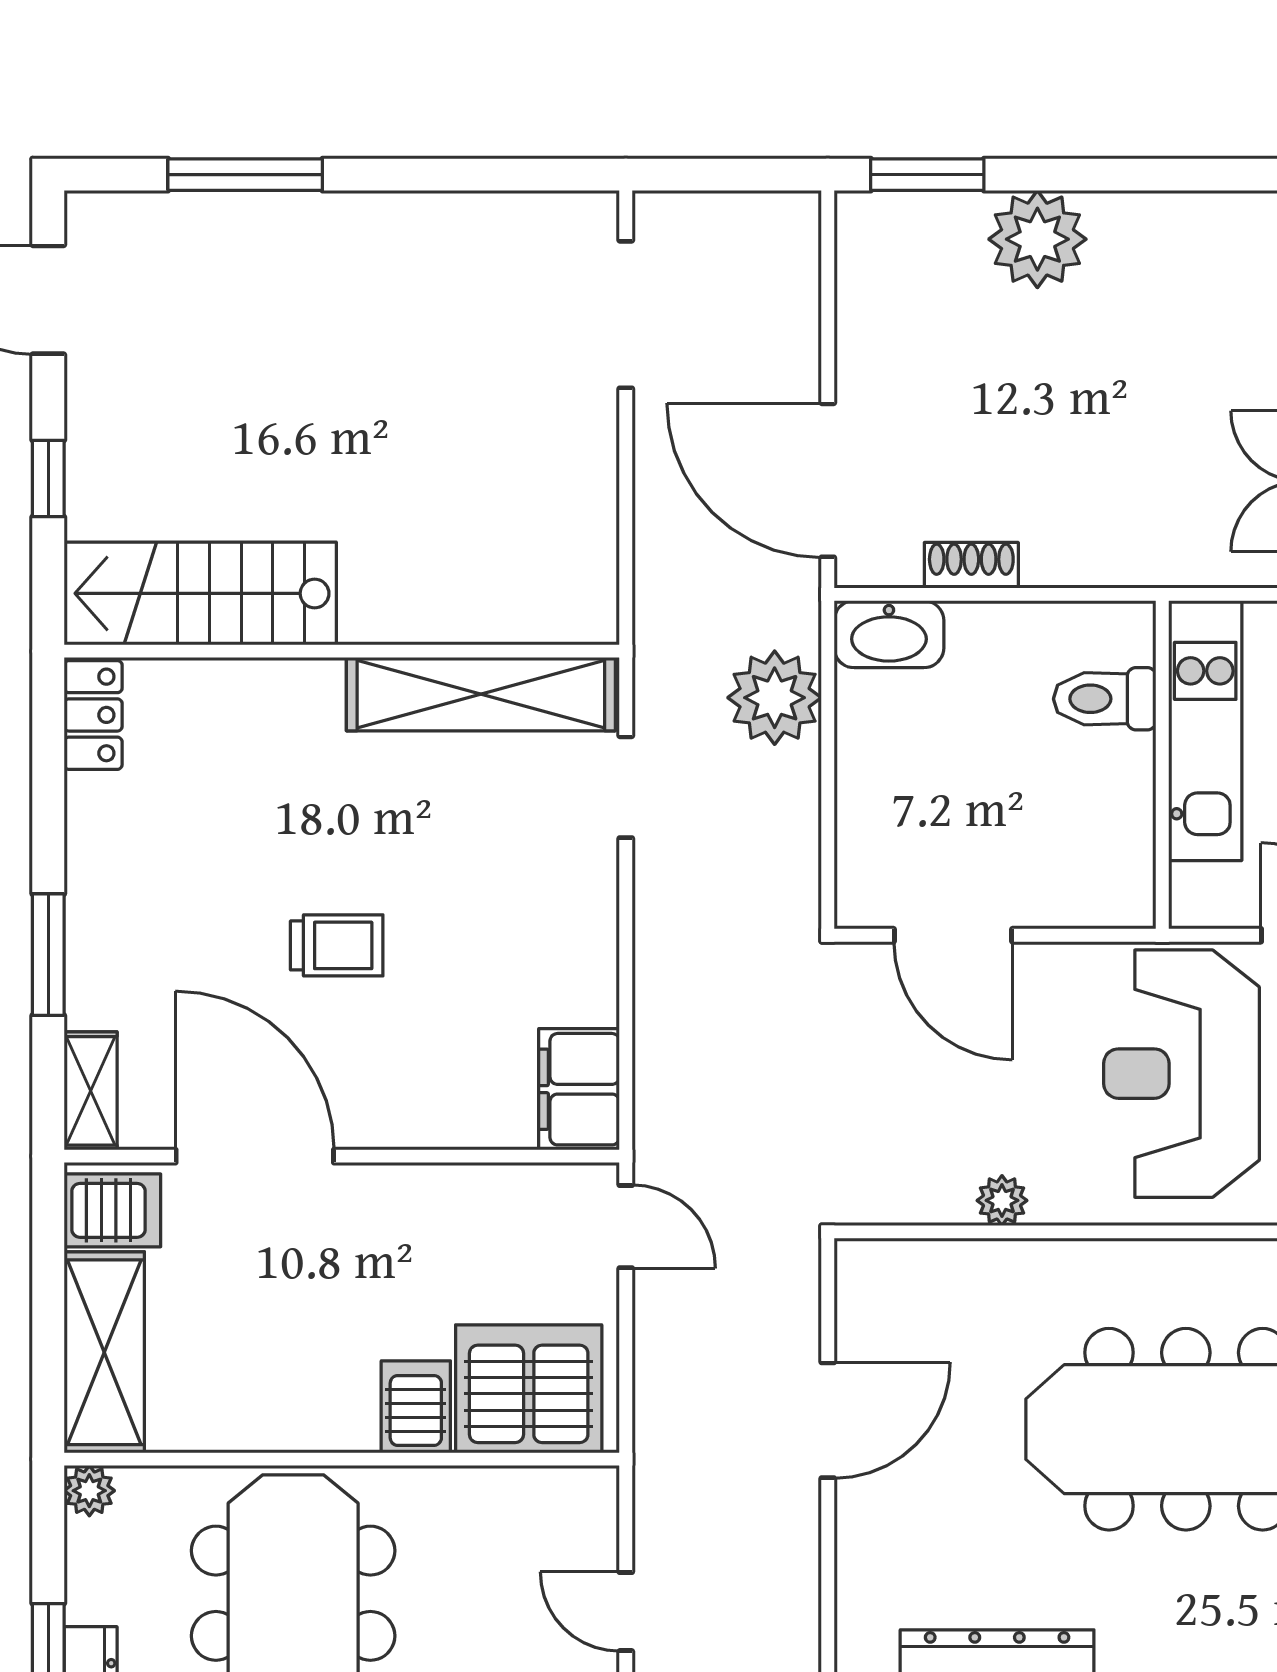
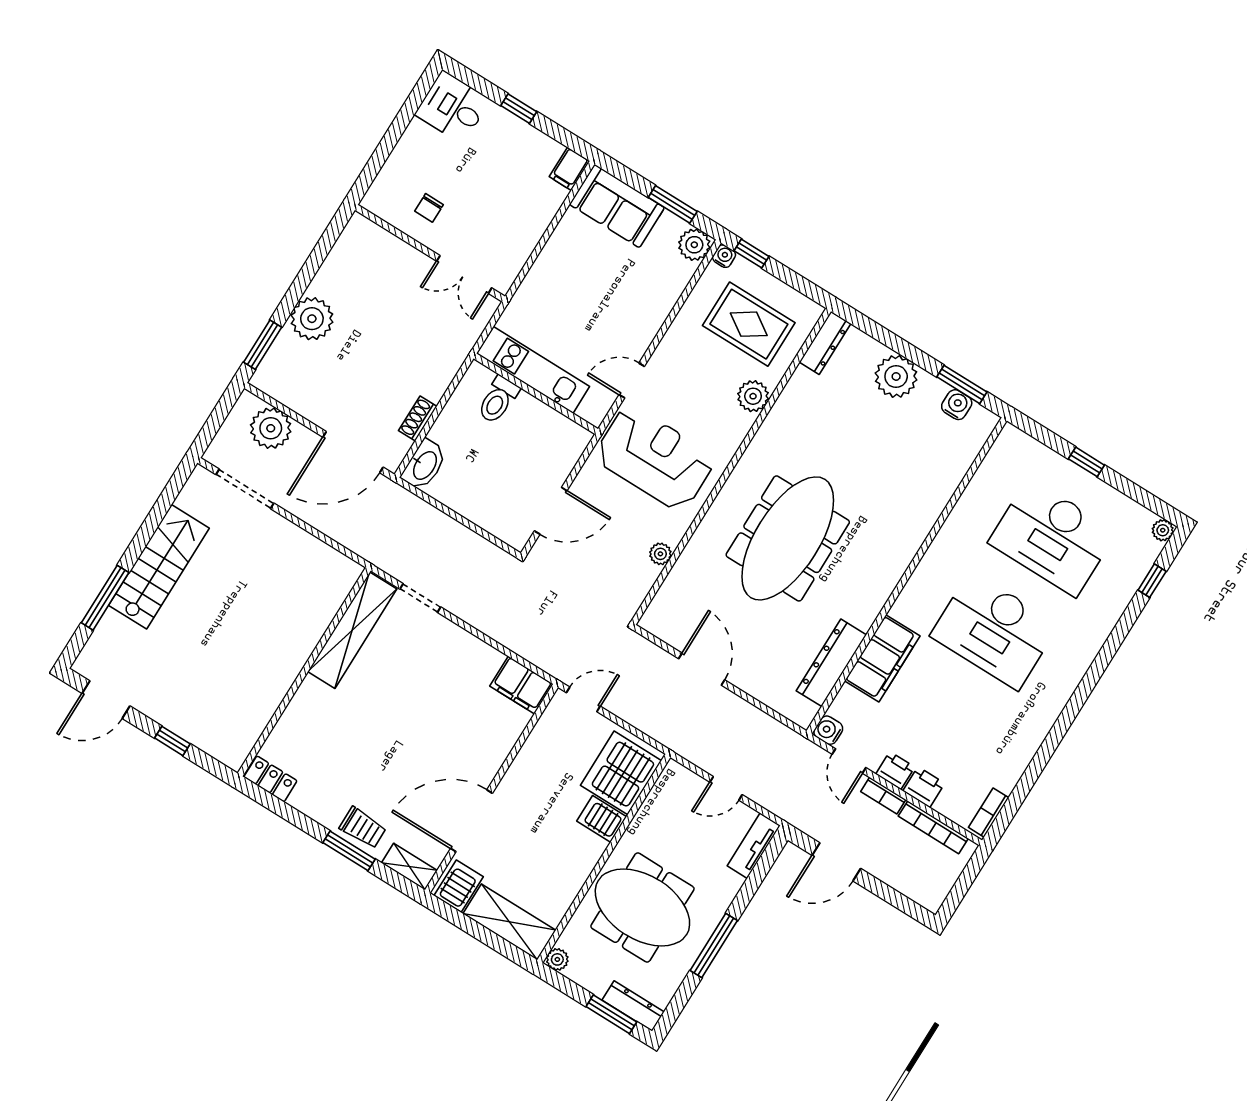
stairs: (200, 593) -> (159, 567), moved, turned 180
plant: (775, 698) -> (271, 428), moved
trolley: (337, 945) -> (363, 828), moved, turned 90
reception desk: (1181, 1074) -> (655, 458), turned 180

